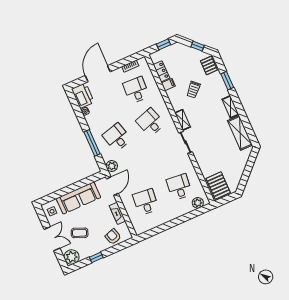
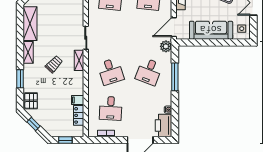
trolley: (193, 90) -> (54, 64), moved
desk: (117, 137) -> (149, 72), turned 36

